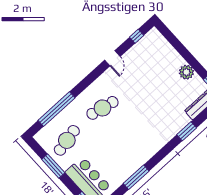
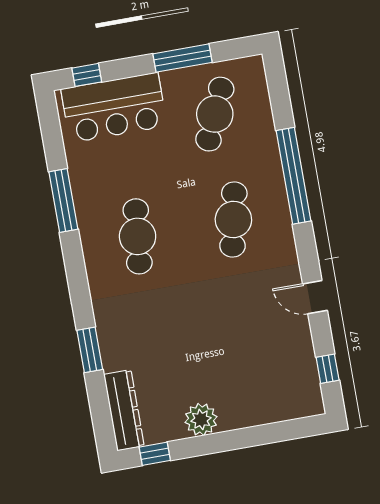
window: (56, 109) -> (294, 176), moved
cafe table: (67, 140) -> (215, 114), turned 36
cafe table: (132, 140) -> (138, 236), added

